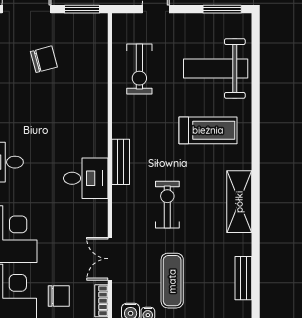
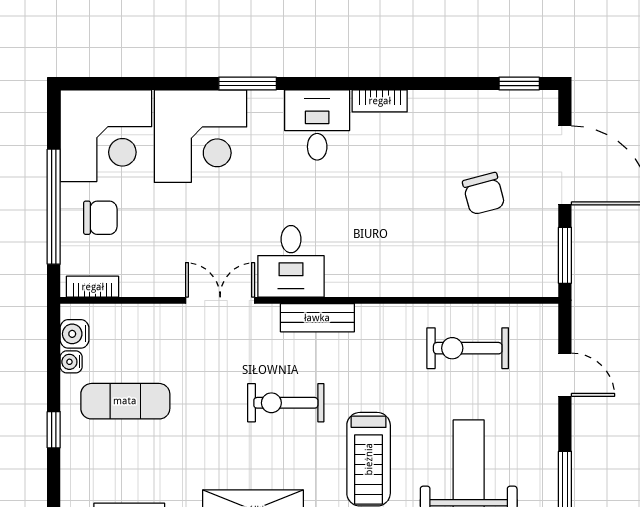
exercise bike: (167, 205) -> (286, 403), moved, turned 180
double door: (110, 259) -> (220, 300), moved
chair: (59, 296) -> (100, 218), turned -90

